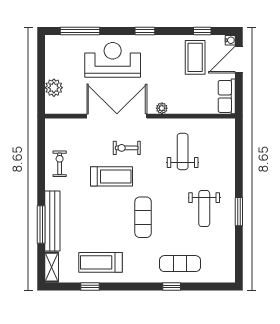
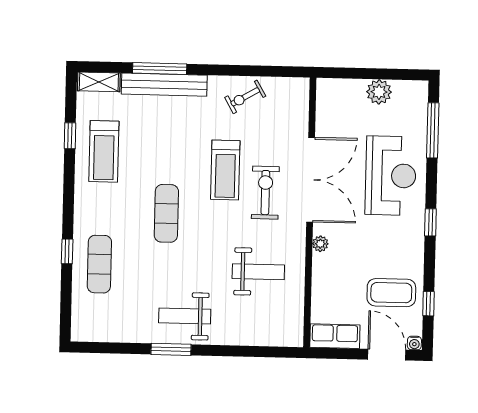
plant: (54, 88) -> (379, 92), moved
exercise bike: (127, 148) -> (265, 193), width x1.38, depth x1.39
exercise bike: (60, 164) -> (245, 97), turned 150
weight bench: (204, 209) -> (185, 316), moved
exercise mat: (143, 217) -> (166, 213), turned 90
treadmill: (101, 262) -> (104, 151), turned 180

